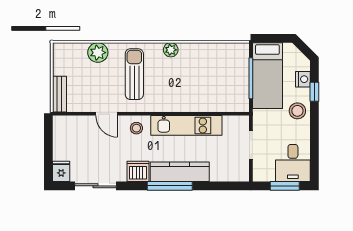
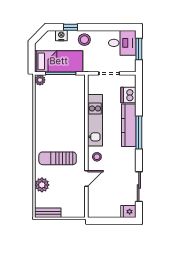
plant: (171, 50) -> (40, 80), moved
bench: (59, 94) -> (48, 213), moved
dishwasher: (138, 171) -> (128, 95), moved

